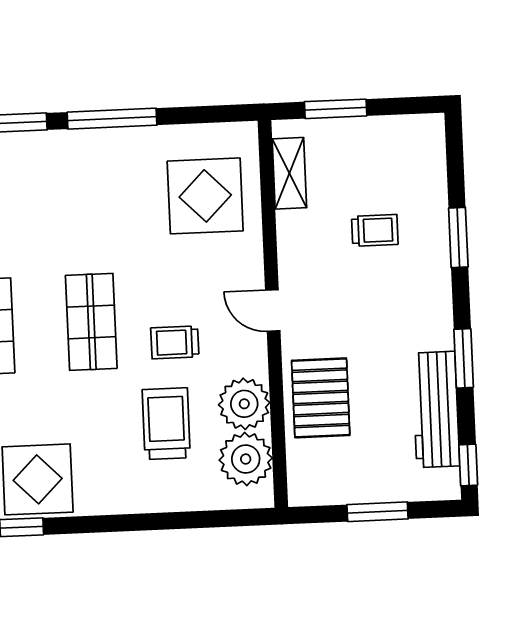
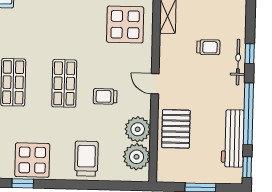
window: (458, 237) -> (250, 54), width x0.67
bicycle: (436, 256) -> (238, 62), added
window: (464, 358) -> (248, 114), width x2.11
trolley: (166, 424) -> (86, 159), moved

